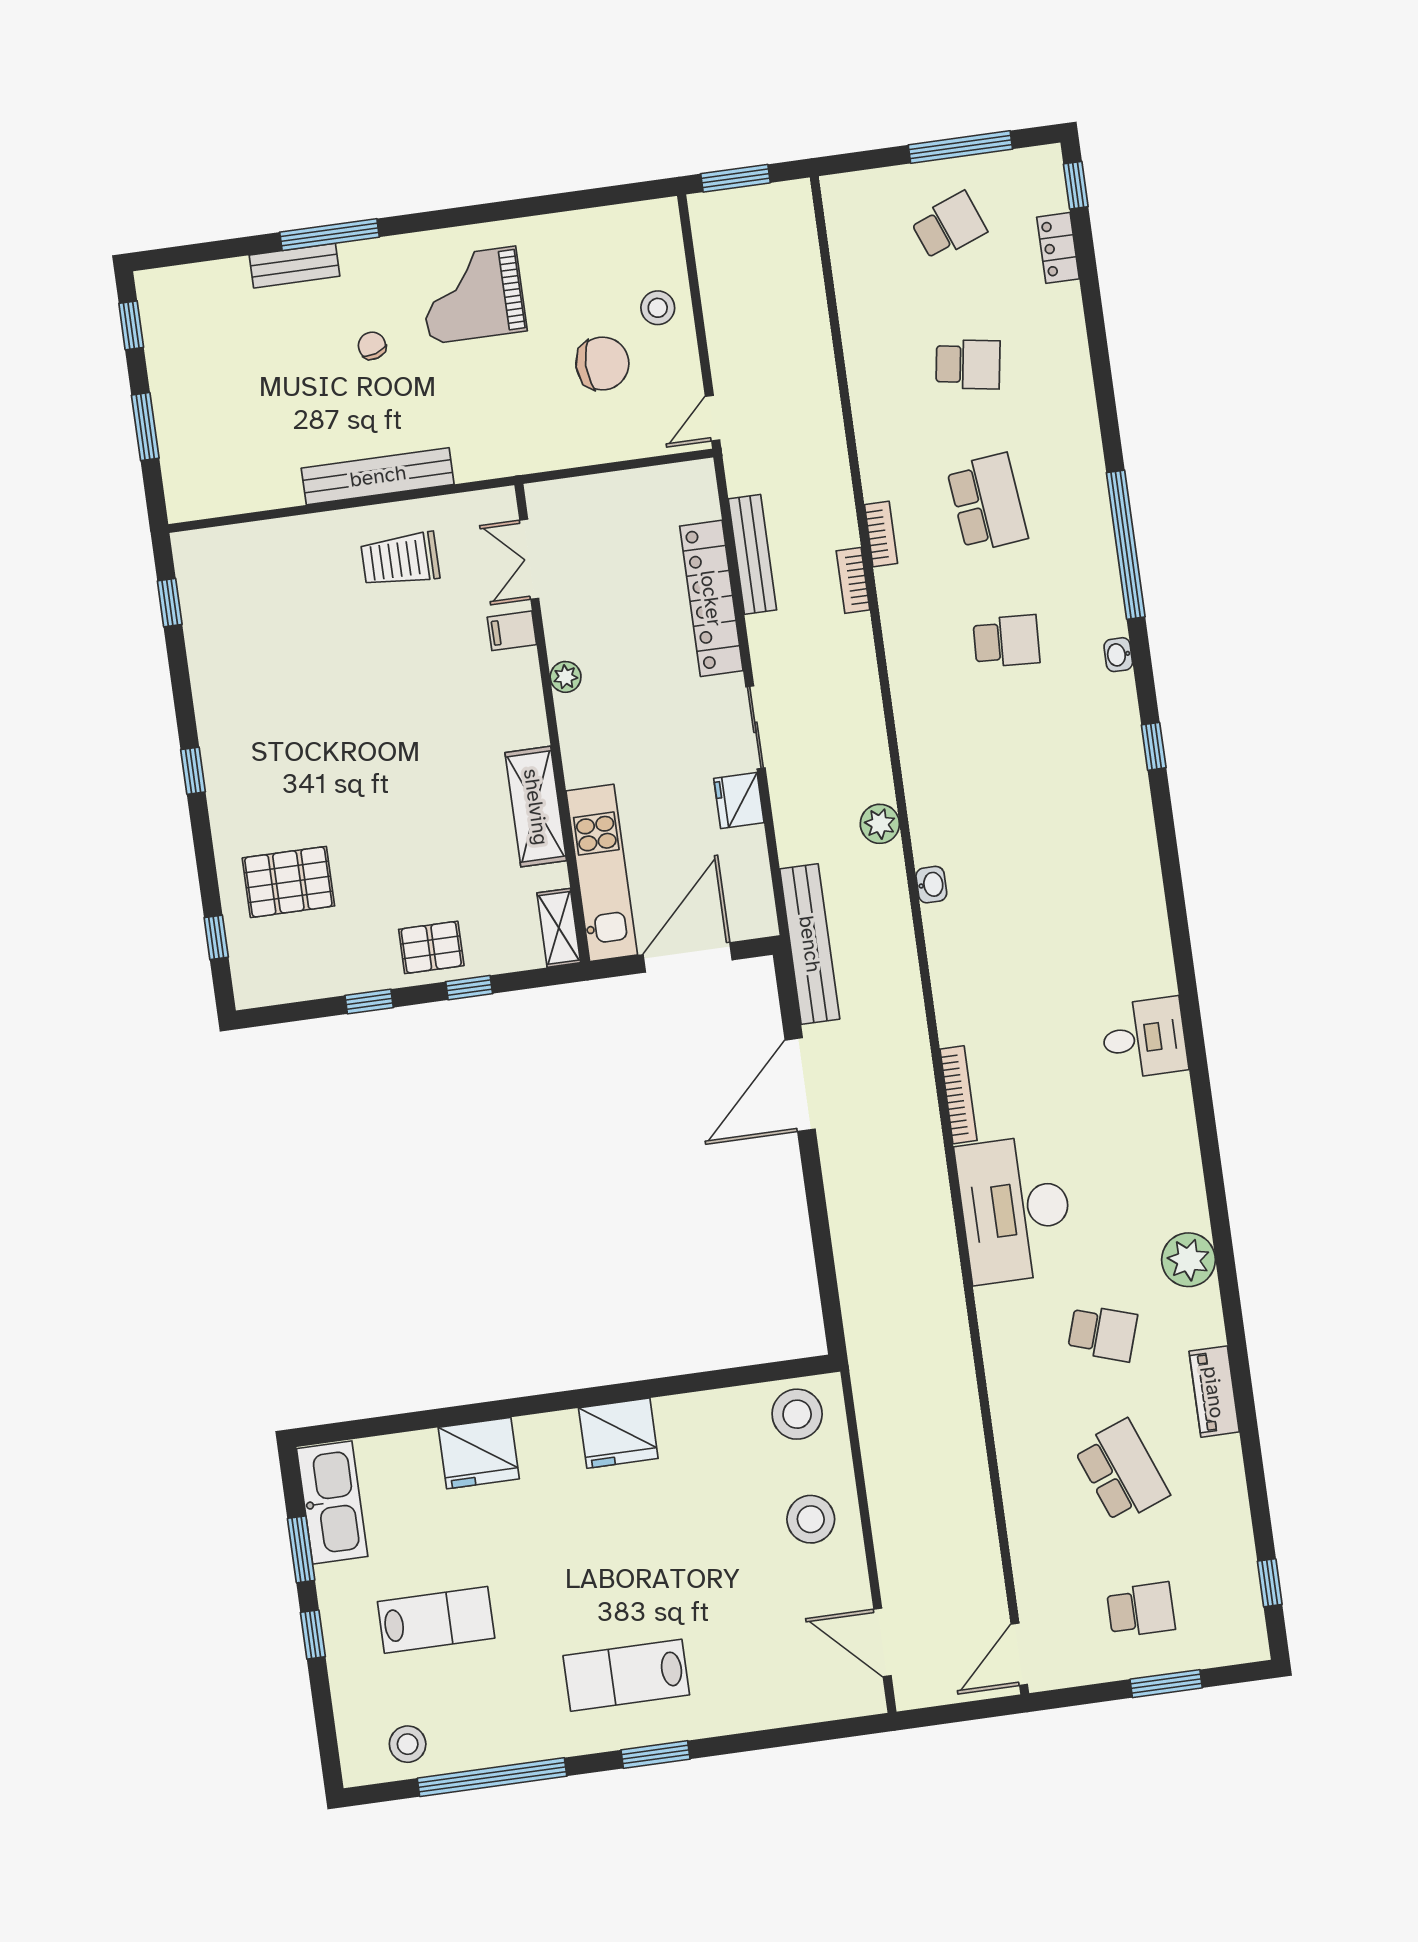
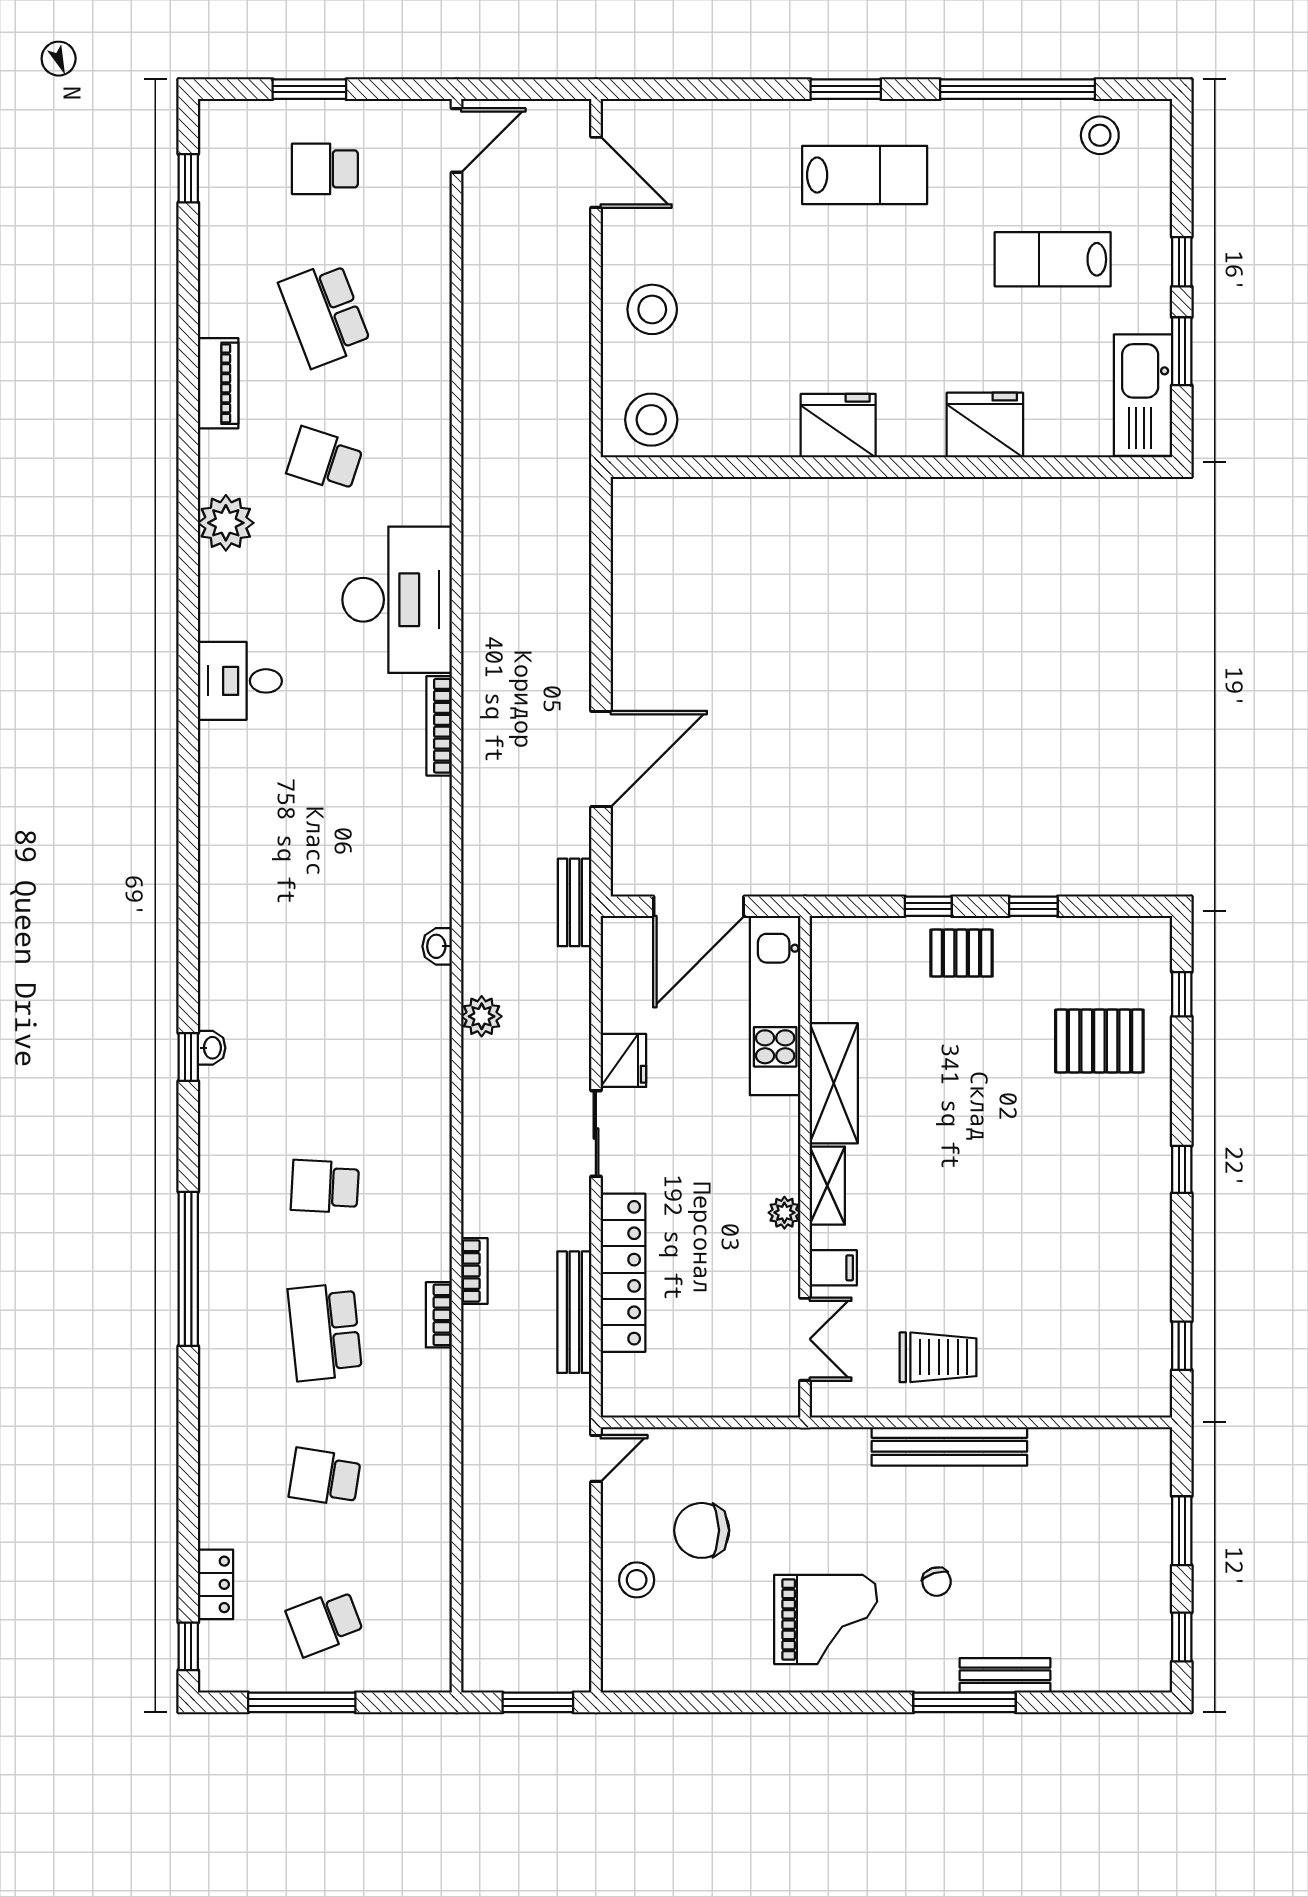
washbasin: (1118, 655) -> (212, 1048), moved
shelving: (559, 928) -> (827, 1186), moved
bench: (810, 944) -> (575, 902), width x0.54, depth x0.82
desk: (1144, 1038) -> (240, 681), moved

